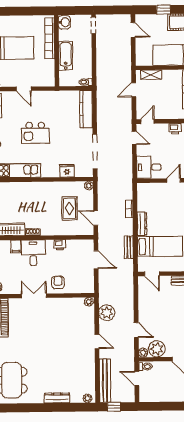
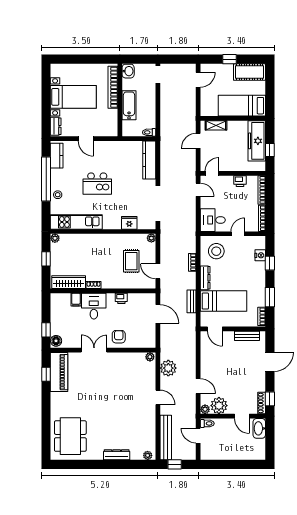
door: (133, 30) -> (198, 80), hinge flipped
stool: (153, 198) -> (216, 251), added

